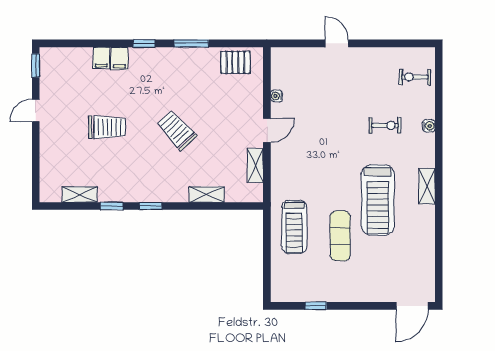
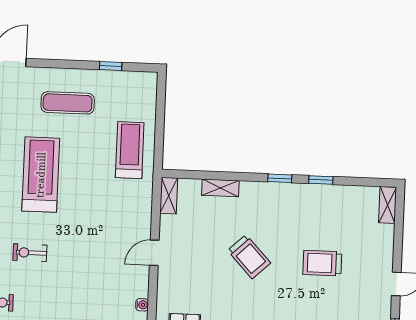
water cooler: (276, 96) -> (142, 305), moved
shelving: (255, 165) -> (169, 196), moved
shelving: (80, 195) -> (388, 205), moved, turned 90
exercise mat: (340, 236) -> (68, 103), moved, turned 90

